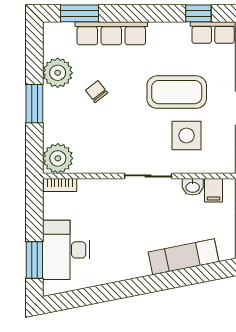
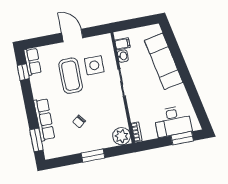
plant: (58, 73) -> (73, 146), removed
exam couch: (183, 257) -> (164, 61), width x1.36, depth x1.45

